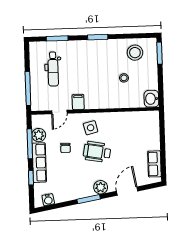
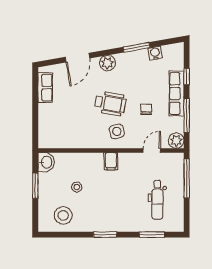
window: (160, 53) -> (35, 186), moved
dental chair: (53, 69) -> (157, 200), turned 180
filing cabinet: (78, 102) -> (111, 161), moved
plant: (39, 135) -> (176, 141), moved
window: (89, 199) -> (137, 47), moved
water cooler: (48, 200) -> (155, 53), moved

